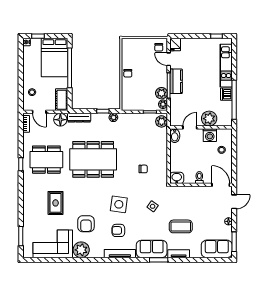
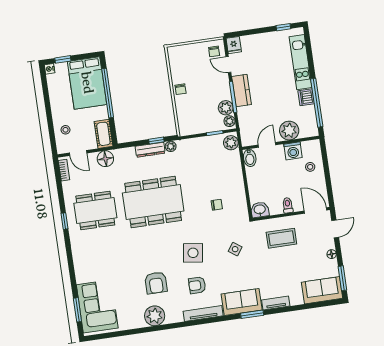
dresser: (79, 118) -> (150, 150), moved
rug: (56, 203) -> (115, 263), removed
coffee table: (181, 226) -> (281, 238), moved
corner sofa: (53, 244) -> (97, 306), moved, turned 90

